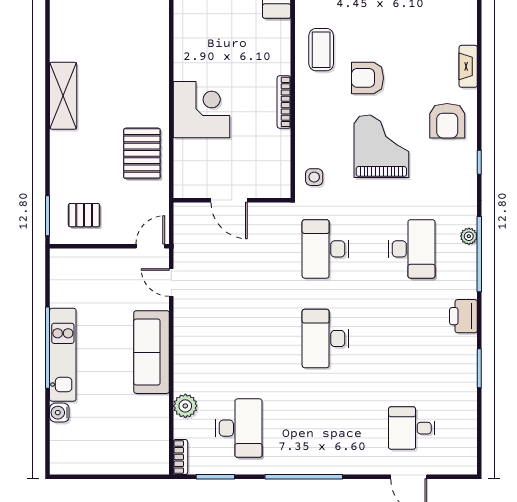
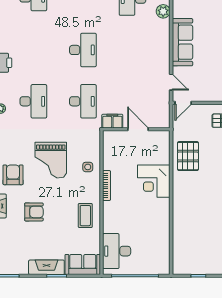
armchair: (368, 78) -> (34, 212), moved
side table: (314, 177) -> (88, 167), moved
filing cabinet: (274, 214) -> (112, 121), added
desk: (412, 249) -> (33, 101), turned 180

